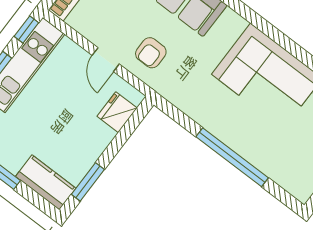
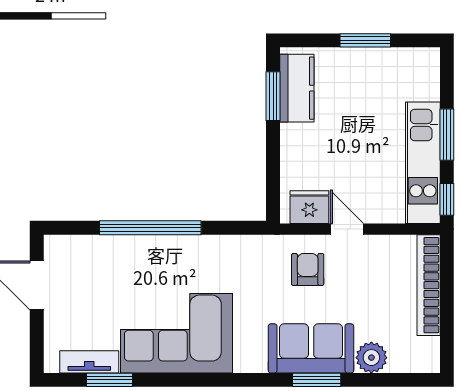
fridge: (117, 112) -> (309, 207), moved, turned -90
kitchen counter: (46, 182) -> (297, 88), moved, turned -90

